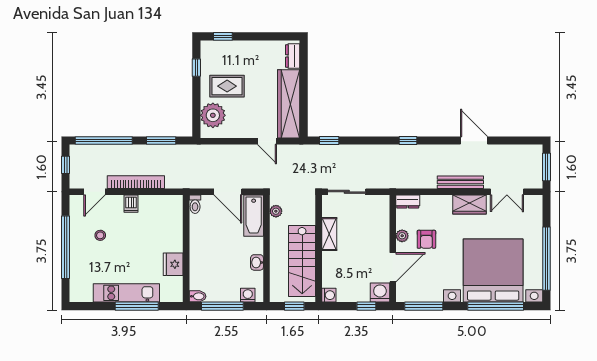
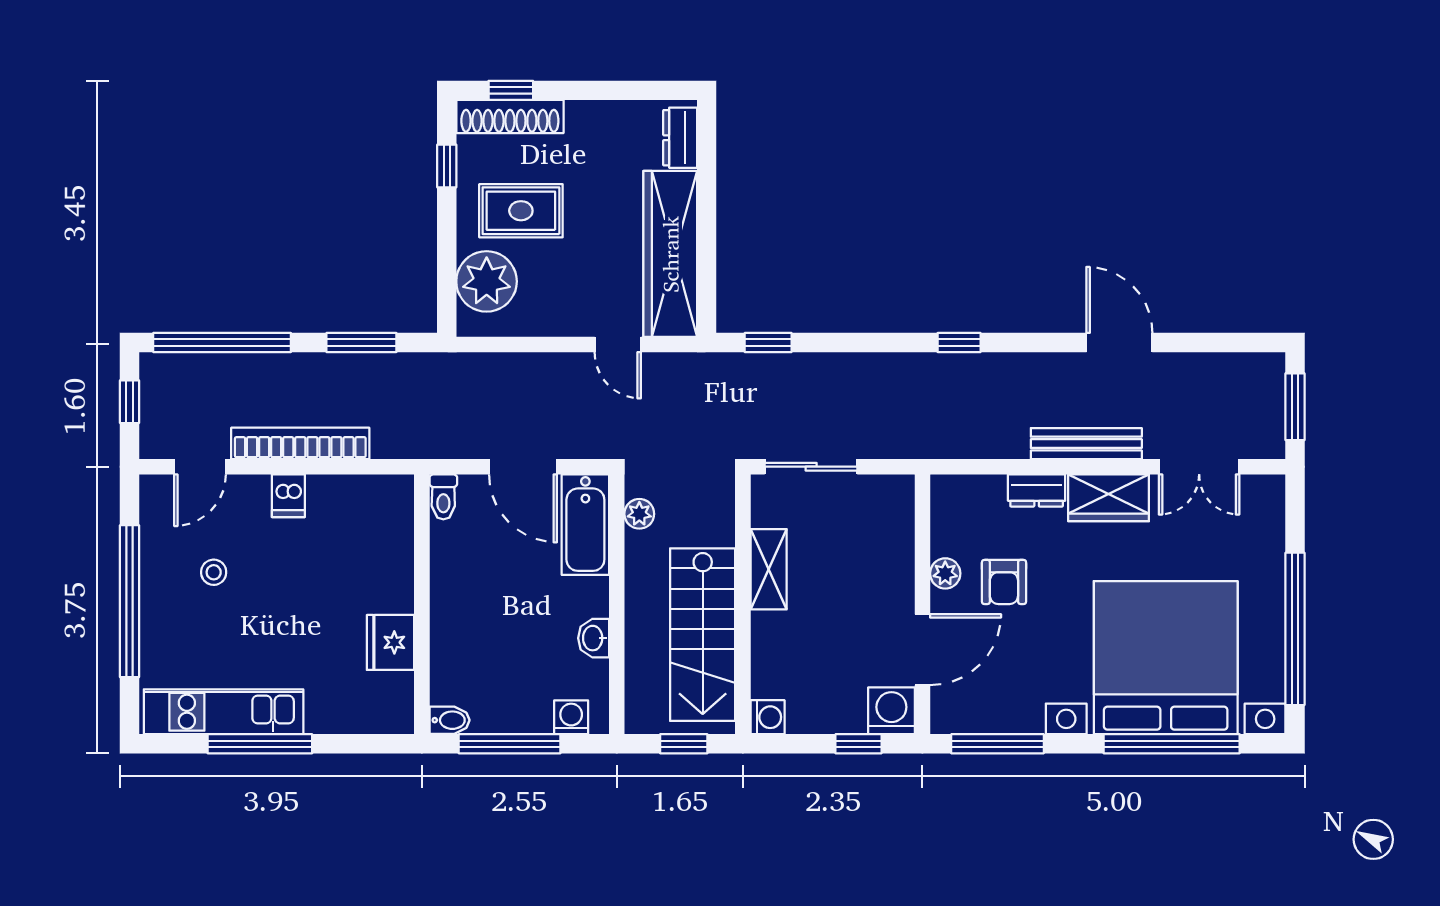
shoe rack: (222, 47) -> (510, 116), added
dresser: (408, 202) -> (1037, 490), moved
kitchen unit: (126, 293) -> (224, 712), moved
window: (137, 306) -> (260, 744), moved

